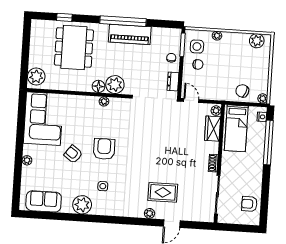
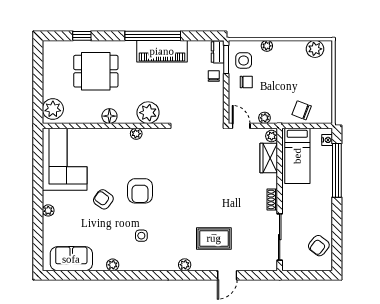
dining table: (74, 47) -> (96, 71), width x0.73
dresser: (173, 82) -> (218, 52), moved
floor lamp: (98, 86) -> (109, 116), moved
plant: (263, 98) -> (264, 118), moved
armchair: (104, 149) -> (140, 191), turned 180
armchair: (249, 204) -> (319, 246), turned -52
plant: (82, 205) -> (113, 265), width x0.53, depth x0.53
plant: (150, 213) -> (185, 265), moved

